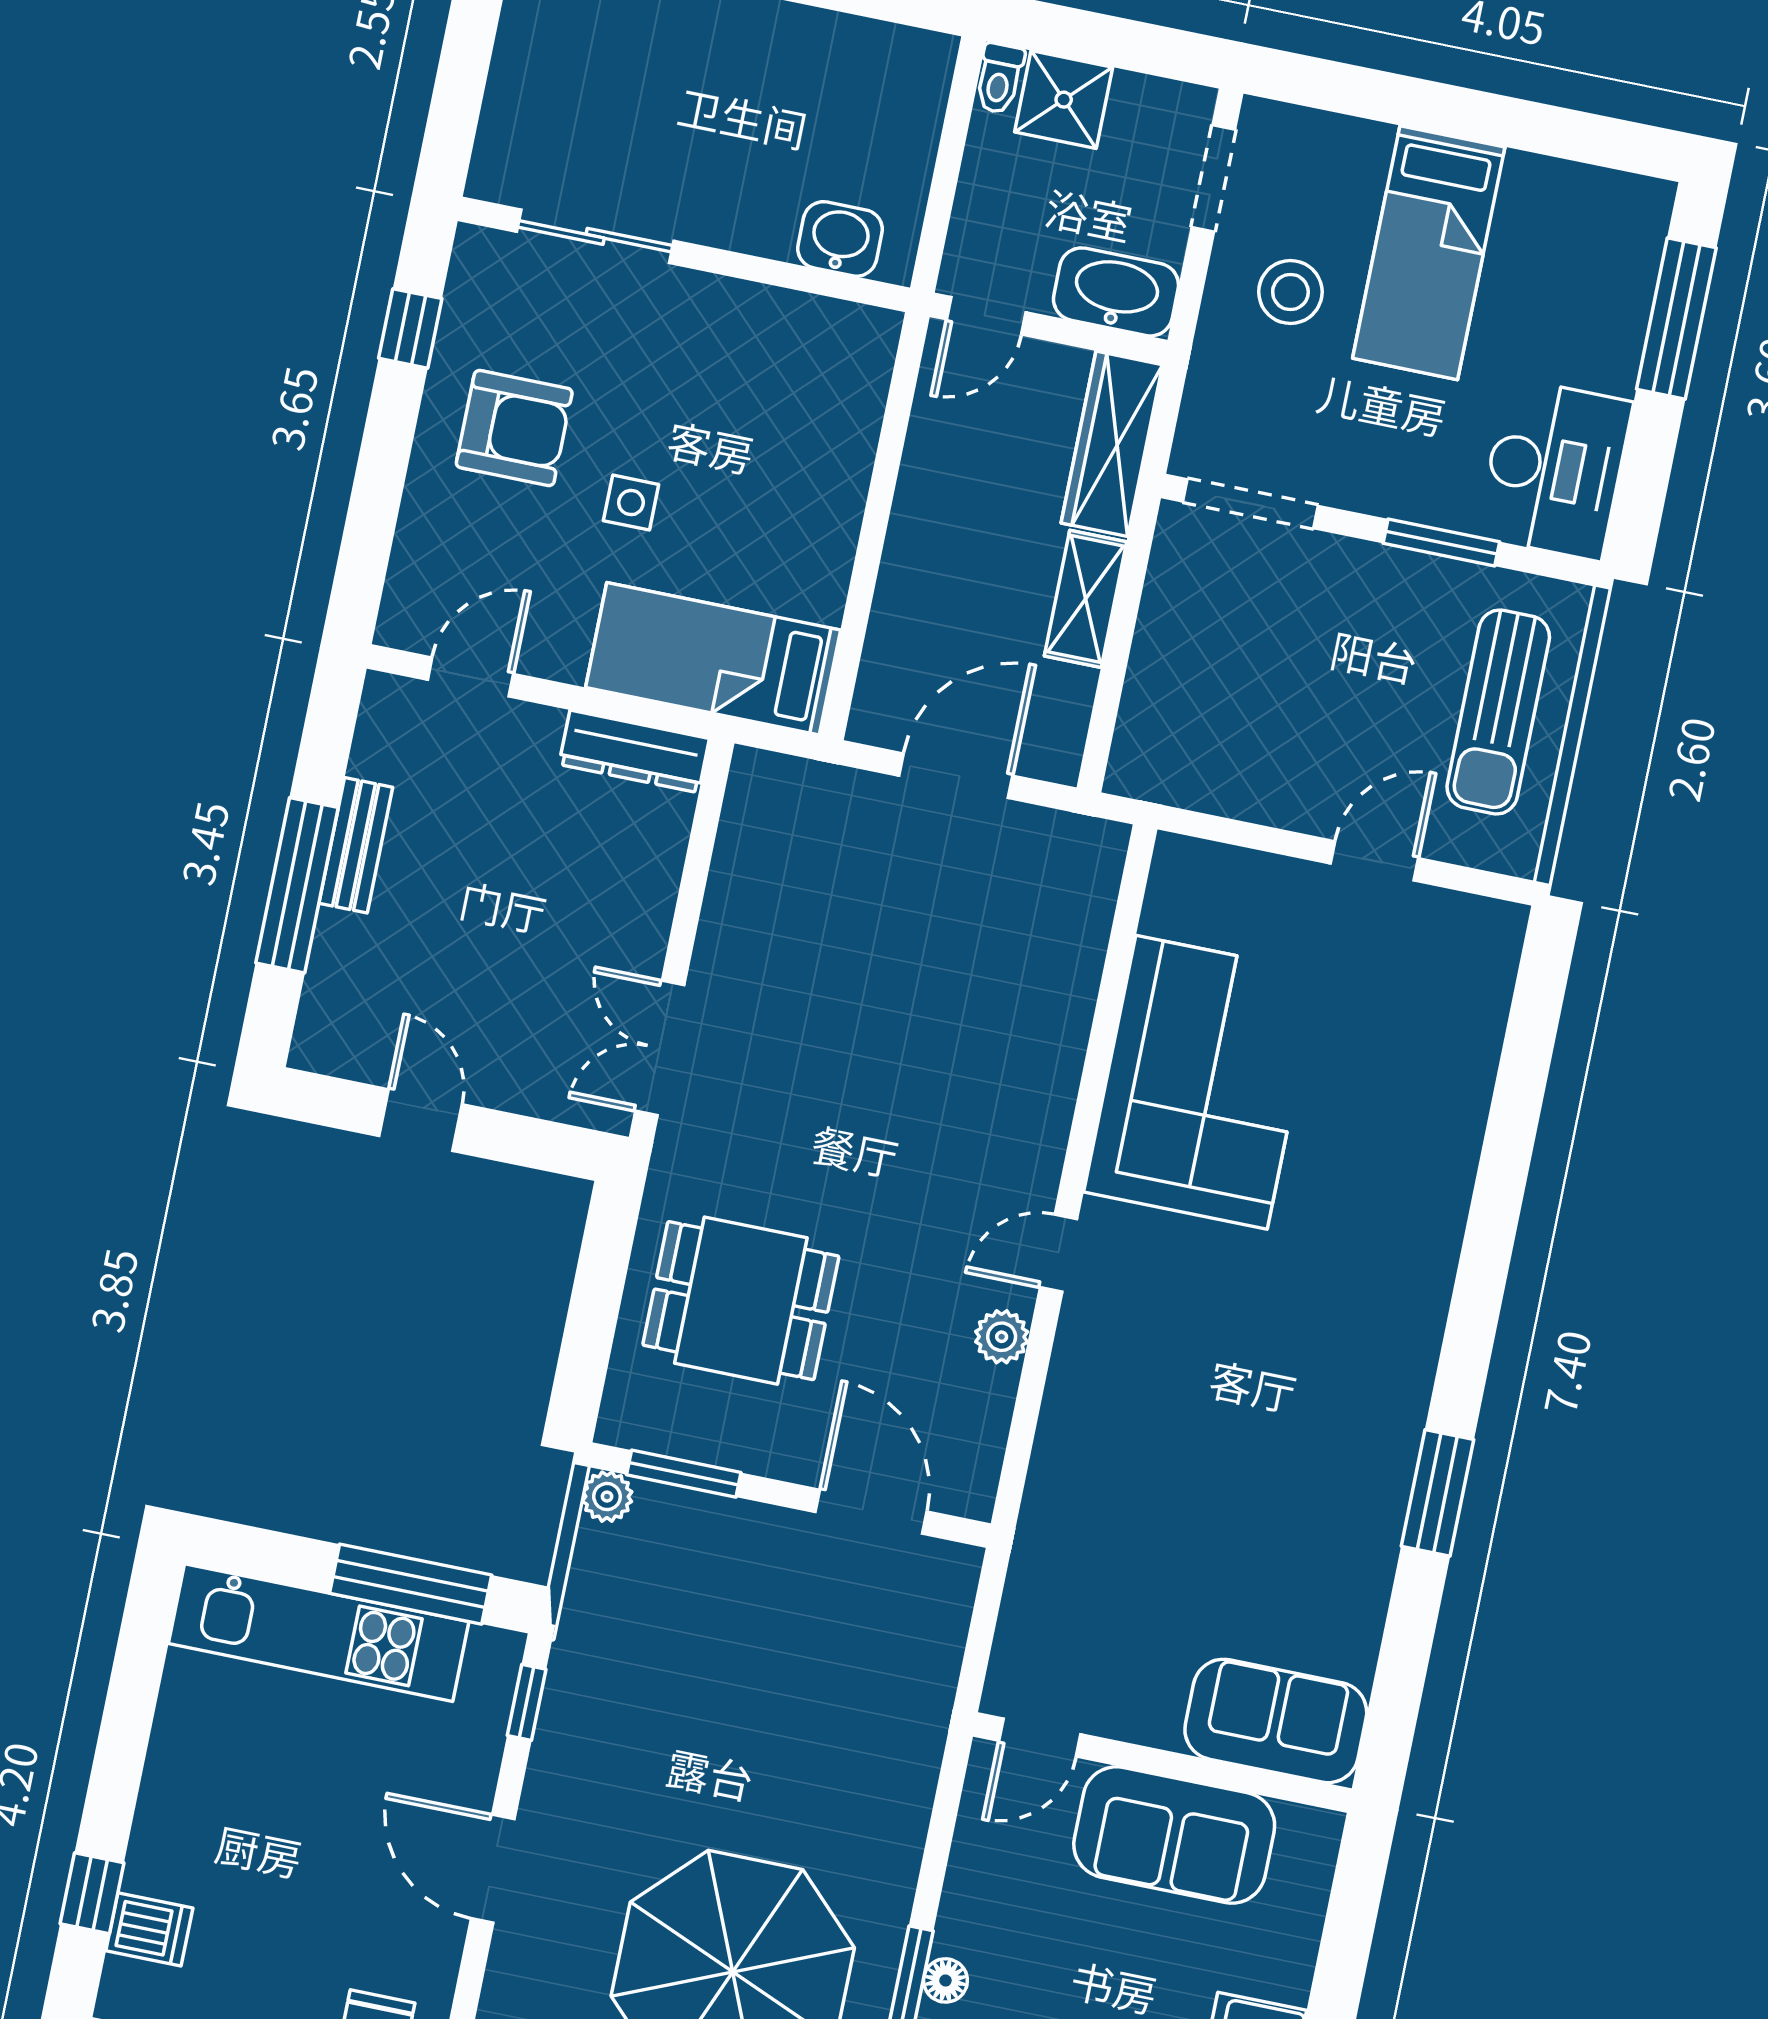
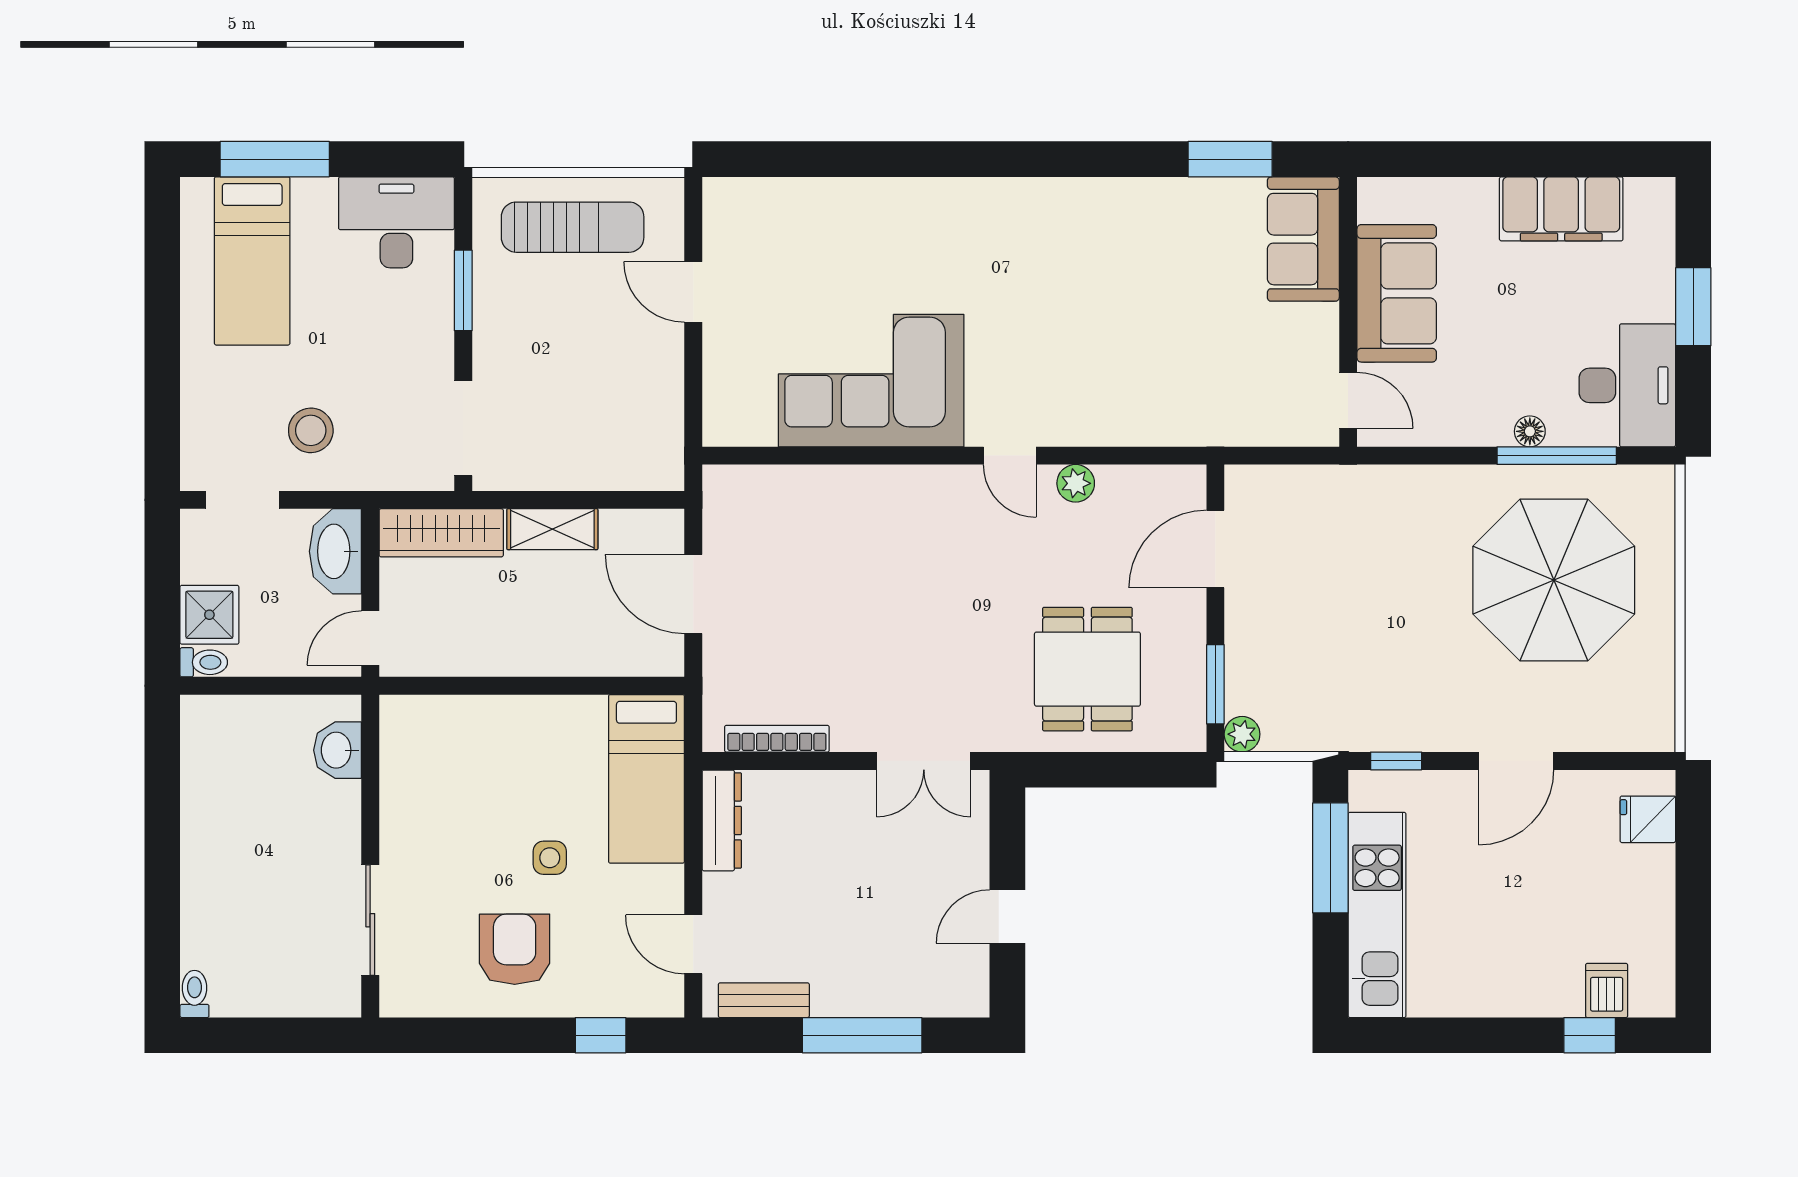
bed: (1429, 253) -> (252, 261), moved, turned 90
door: (986, 316) -> (370, 638), swing flipped
window: (410, 328) -> (601, 1035), moved
bench: (356, 845) -> (764, 1000), moved
bookcase: (732, 851) -> (777, 739), added
window: (1437, 1493) -> (1230, 159), moved

